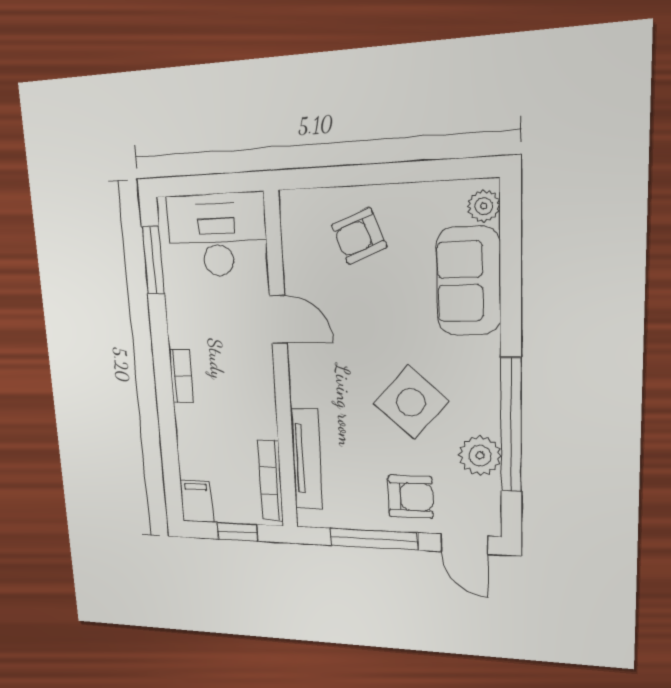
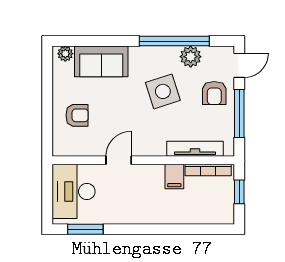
armchair: (359, 236) -> (77, 115), turned -68
bookcase: (181, 376) -> (149, 218), removed
side table: (411, 402) -> (163, 91), turned 30
armchair: (410, 497) -> (214, 93), turned 180
filing cabinet: (197, 501) -> (174, 177), moved, turned -90

